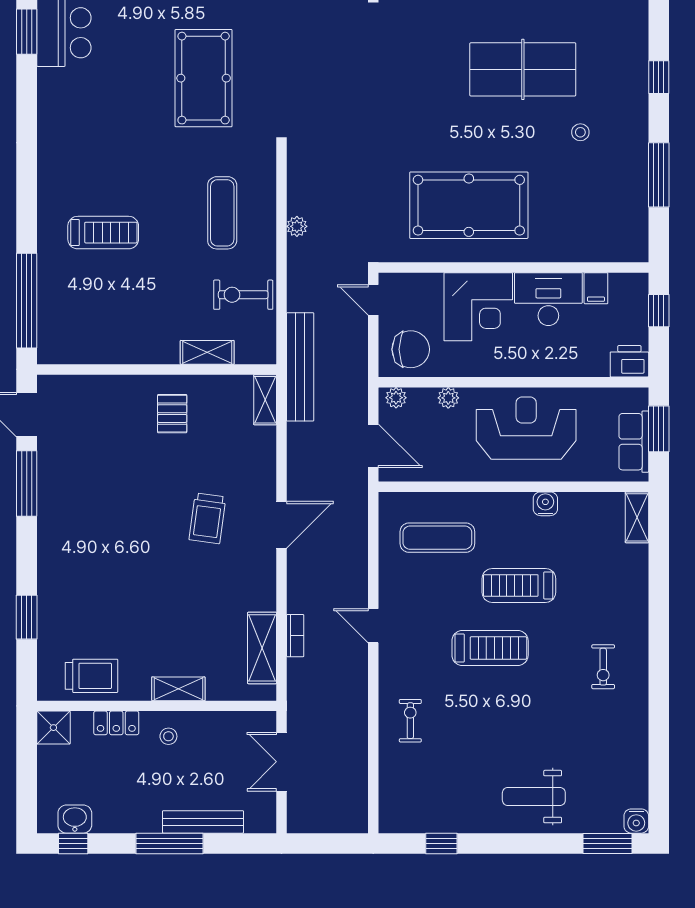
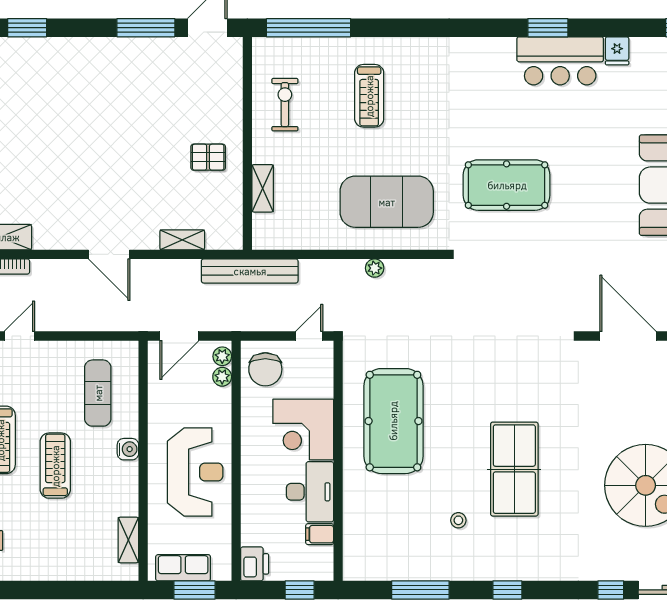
exercise mat: (222, 213) -> (387, 202), width x2.00, depth x1.45
exercise bike: (243, 295) -> (285, 105), moved
plant: (448, 398) -> (222, 377), moved
shelving: (265, 400) -> (182, 240), moved
water cooler: (545, 504) -> (128, 449), moved
shelving: (637, 517) -> (128, 540), moved, turned 90
trolley: (207, 518) -> (115, 189), removed

